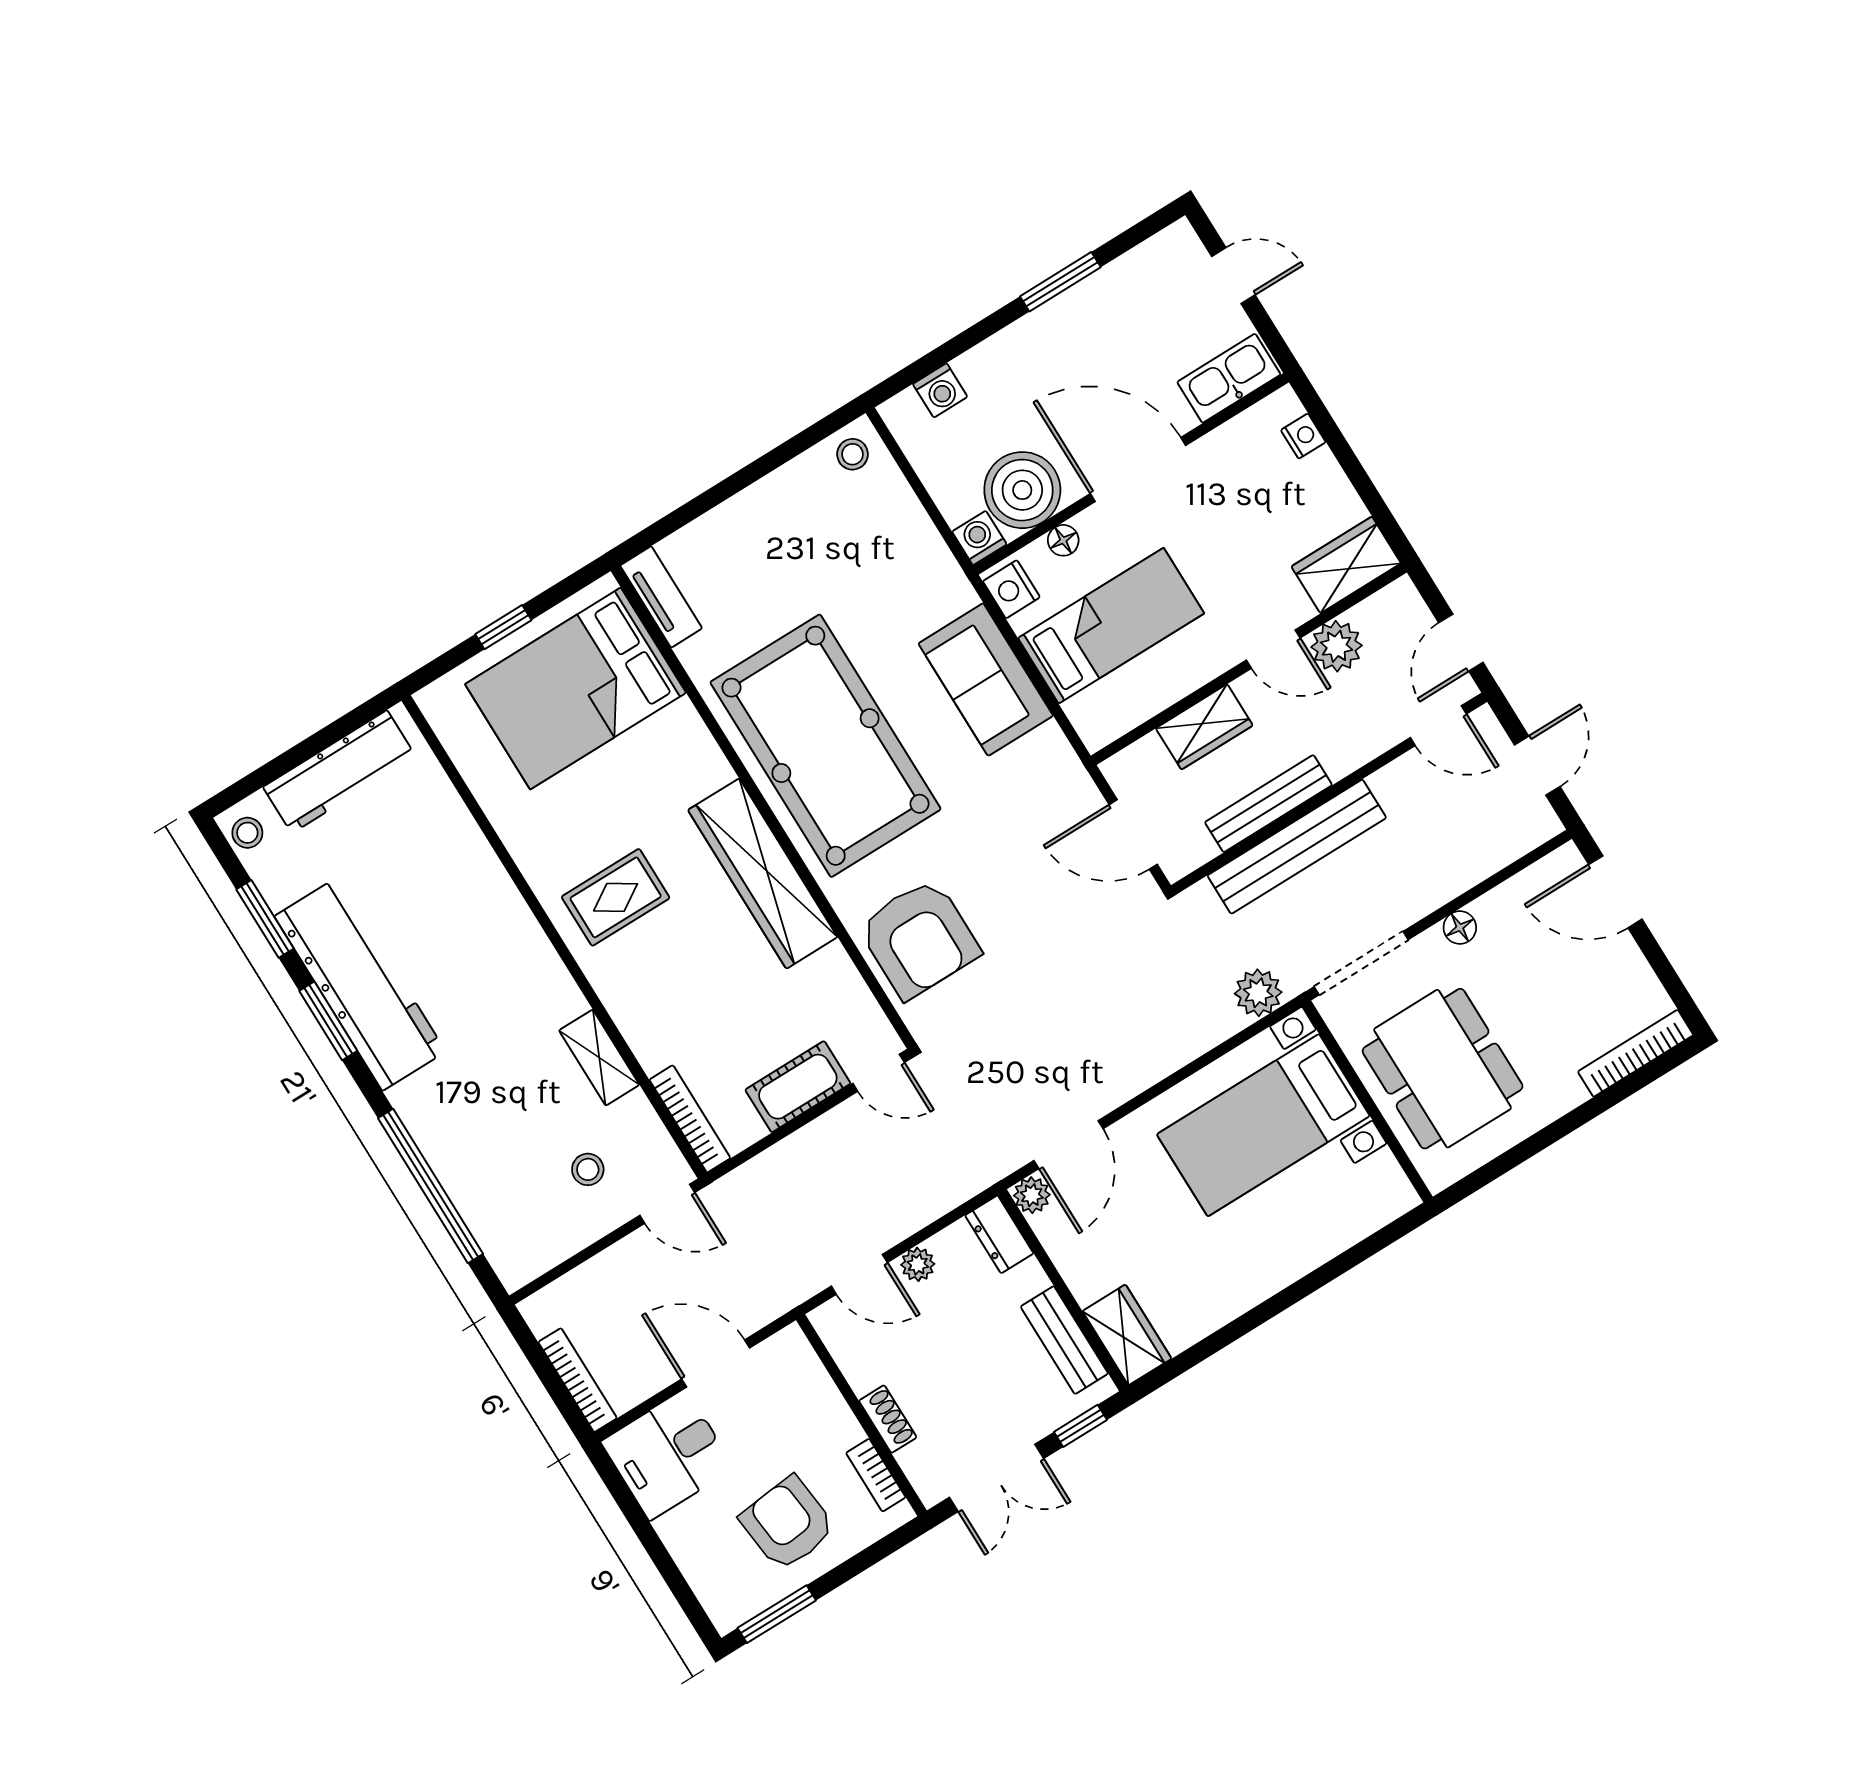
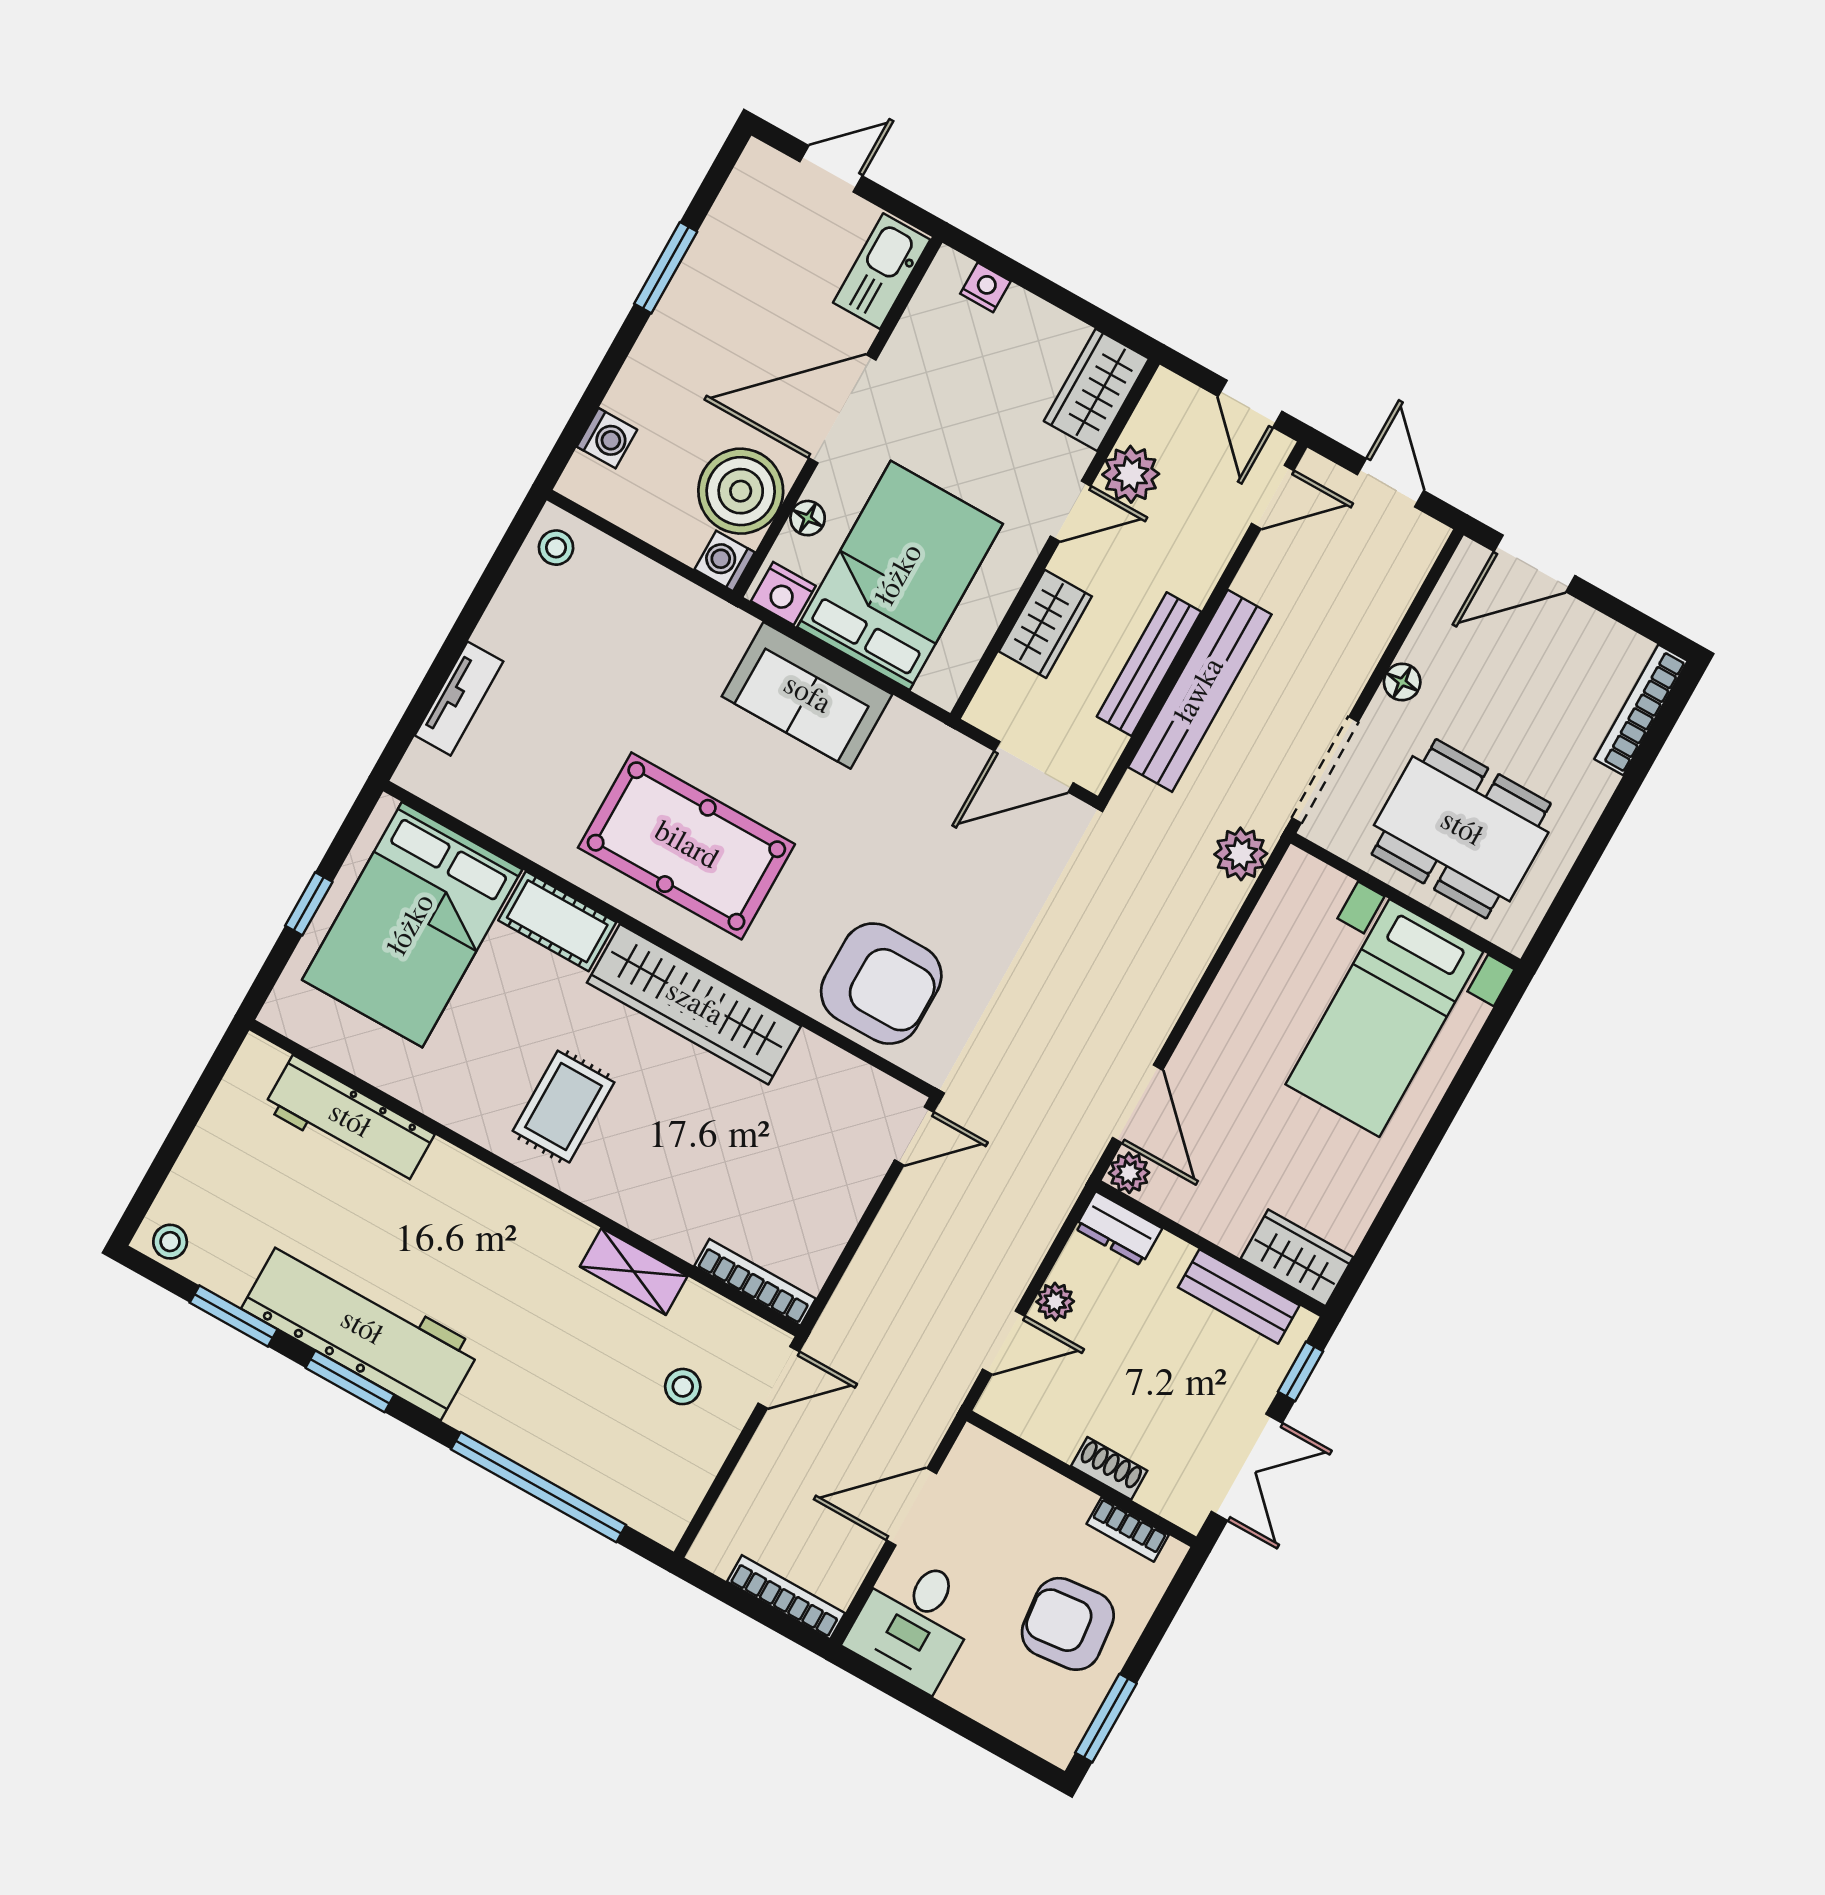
tv unit: (661, 597) -> (459, 698), moved, turned 90
bed: (1111, 626) -> (900, 575), width x1.50
pool table: (825, 746) -> (686, 846), width x0.73, depth x0.76
workbench: (339, 772) -> (349, 1121), moved, turned 90
cot: (798, 1087) -> (557, 921), moved, turned 90
bed with nightstands: (1263, 1125) -> (1384, 1018), moved

